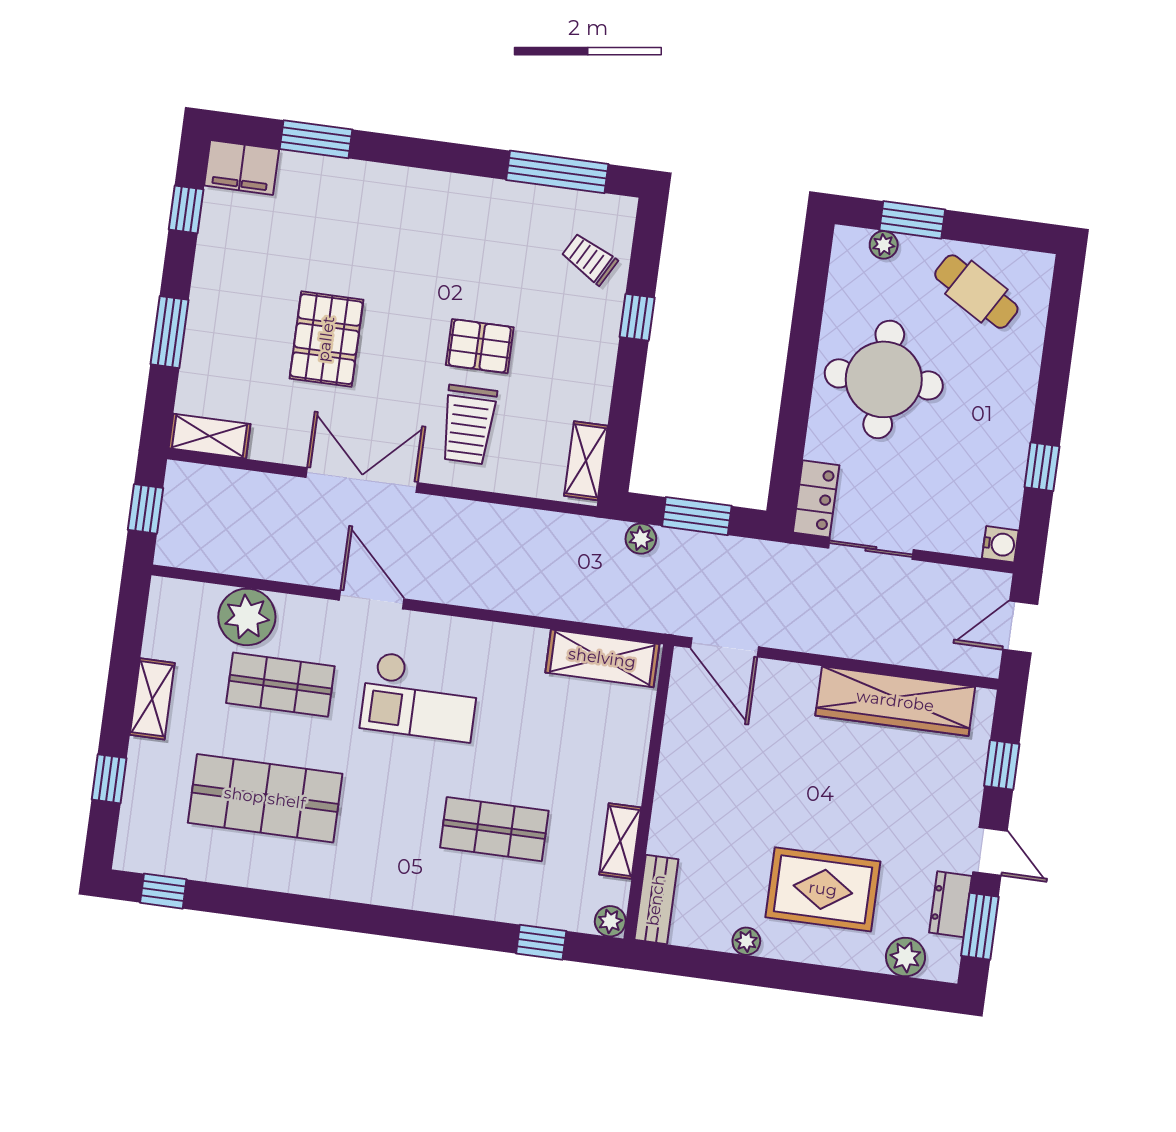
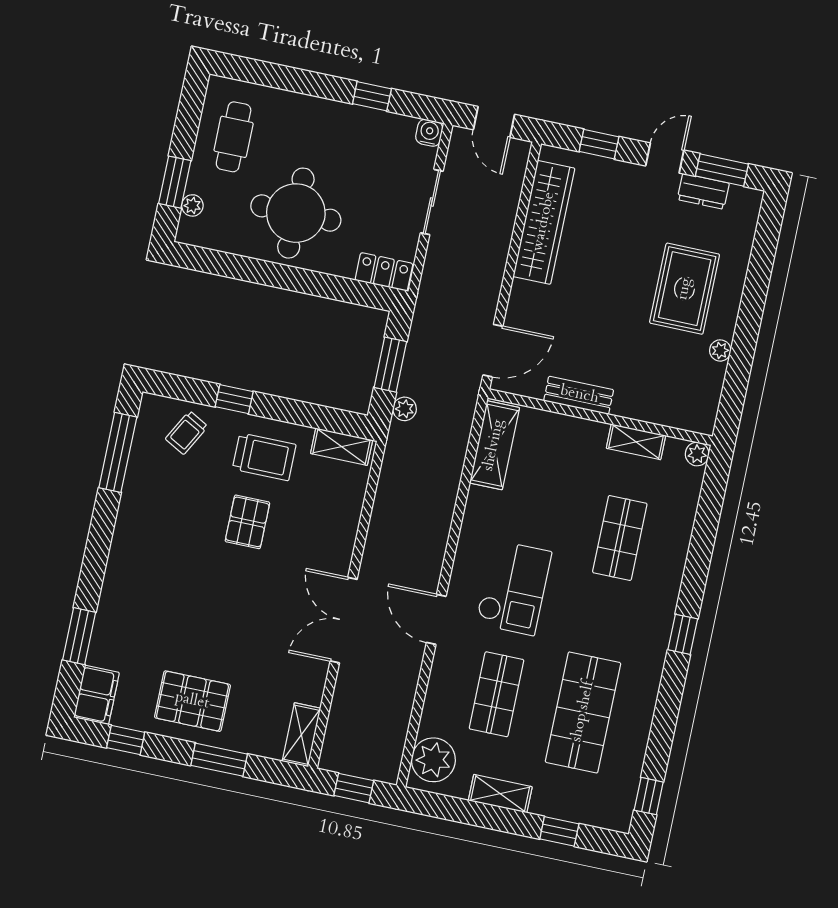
cafe table: (976, 292) -> (234, 137), turned -31
pallet: (326, 339) -> (192, 701), moved
trolley: (468, 425) -> (264, 457), moved
sliding door: (871, 549) -> (432, 202), moved
door: (372, 600) -> (436, 619), hinge flipped
plant: (247, 617) -> (433, 760), moved
bench: (656, 900) -> (579, 395), moved
window: (541, 942) -> (683, 634), moved
plant: (905, 957) -> (741, 229), removed

